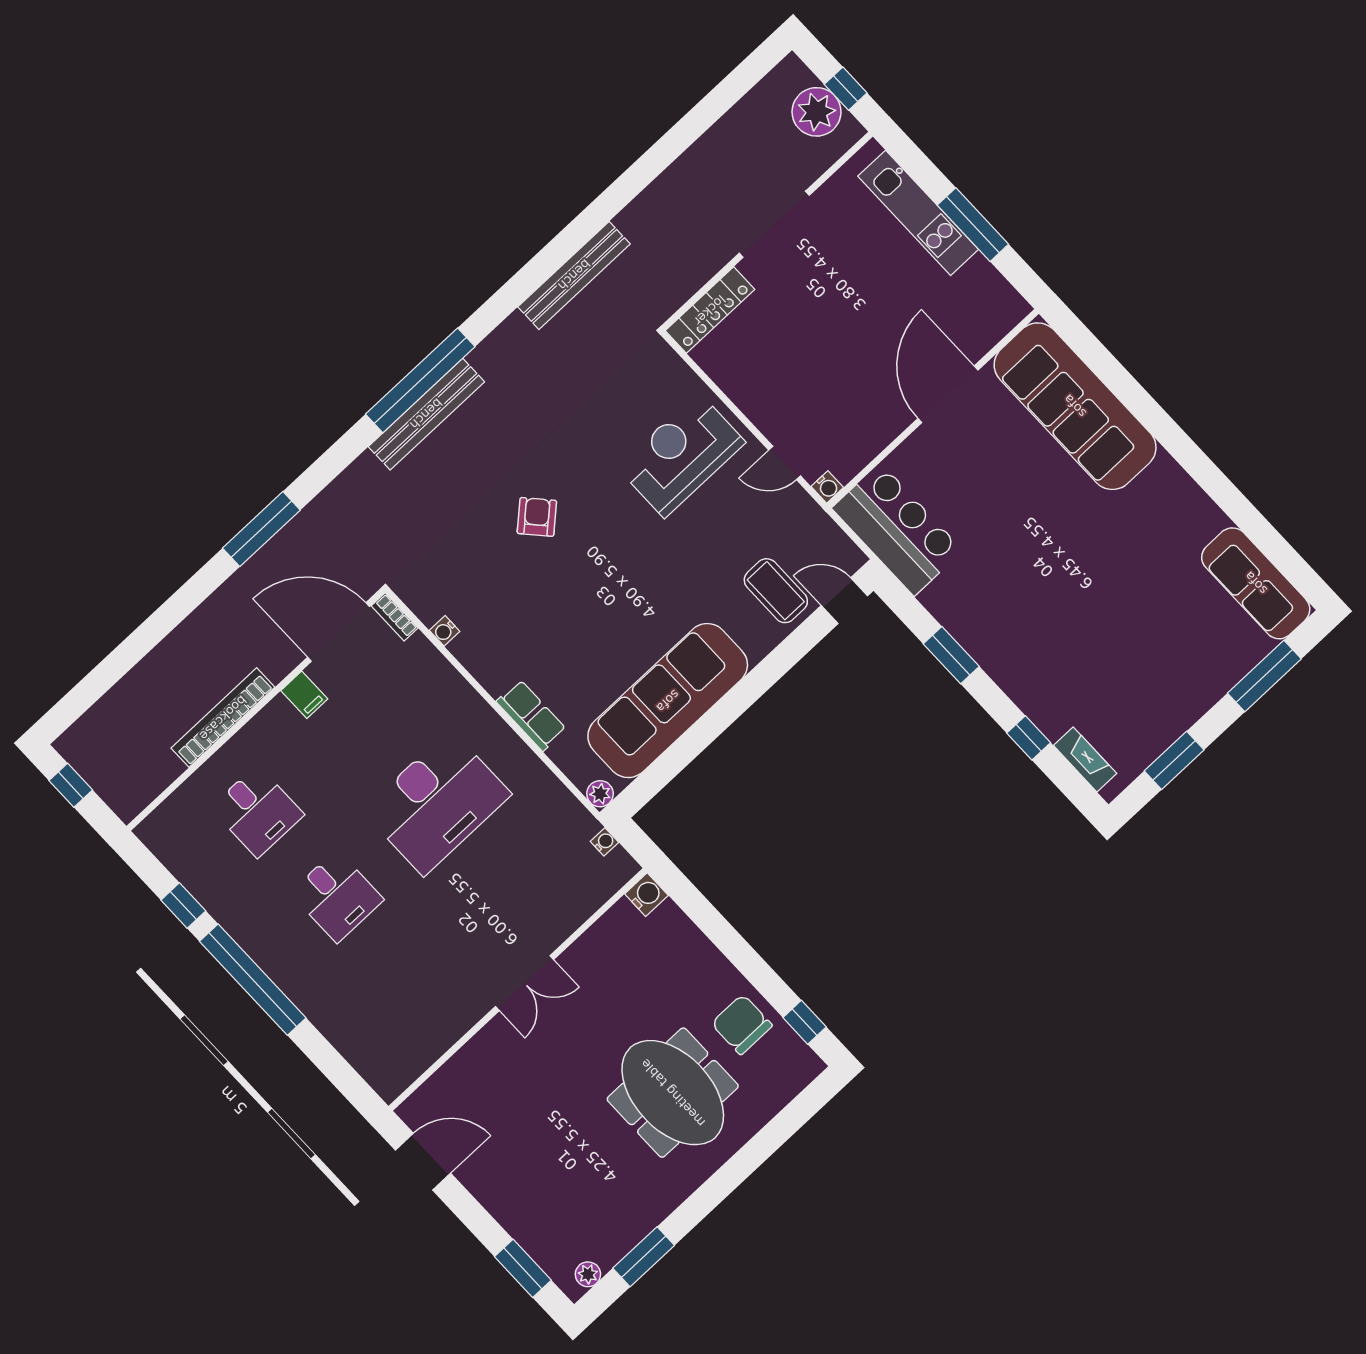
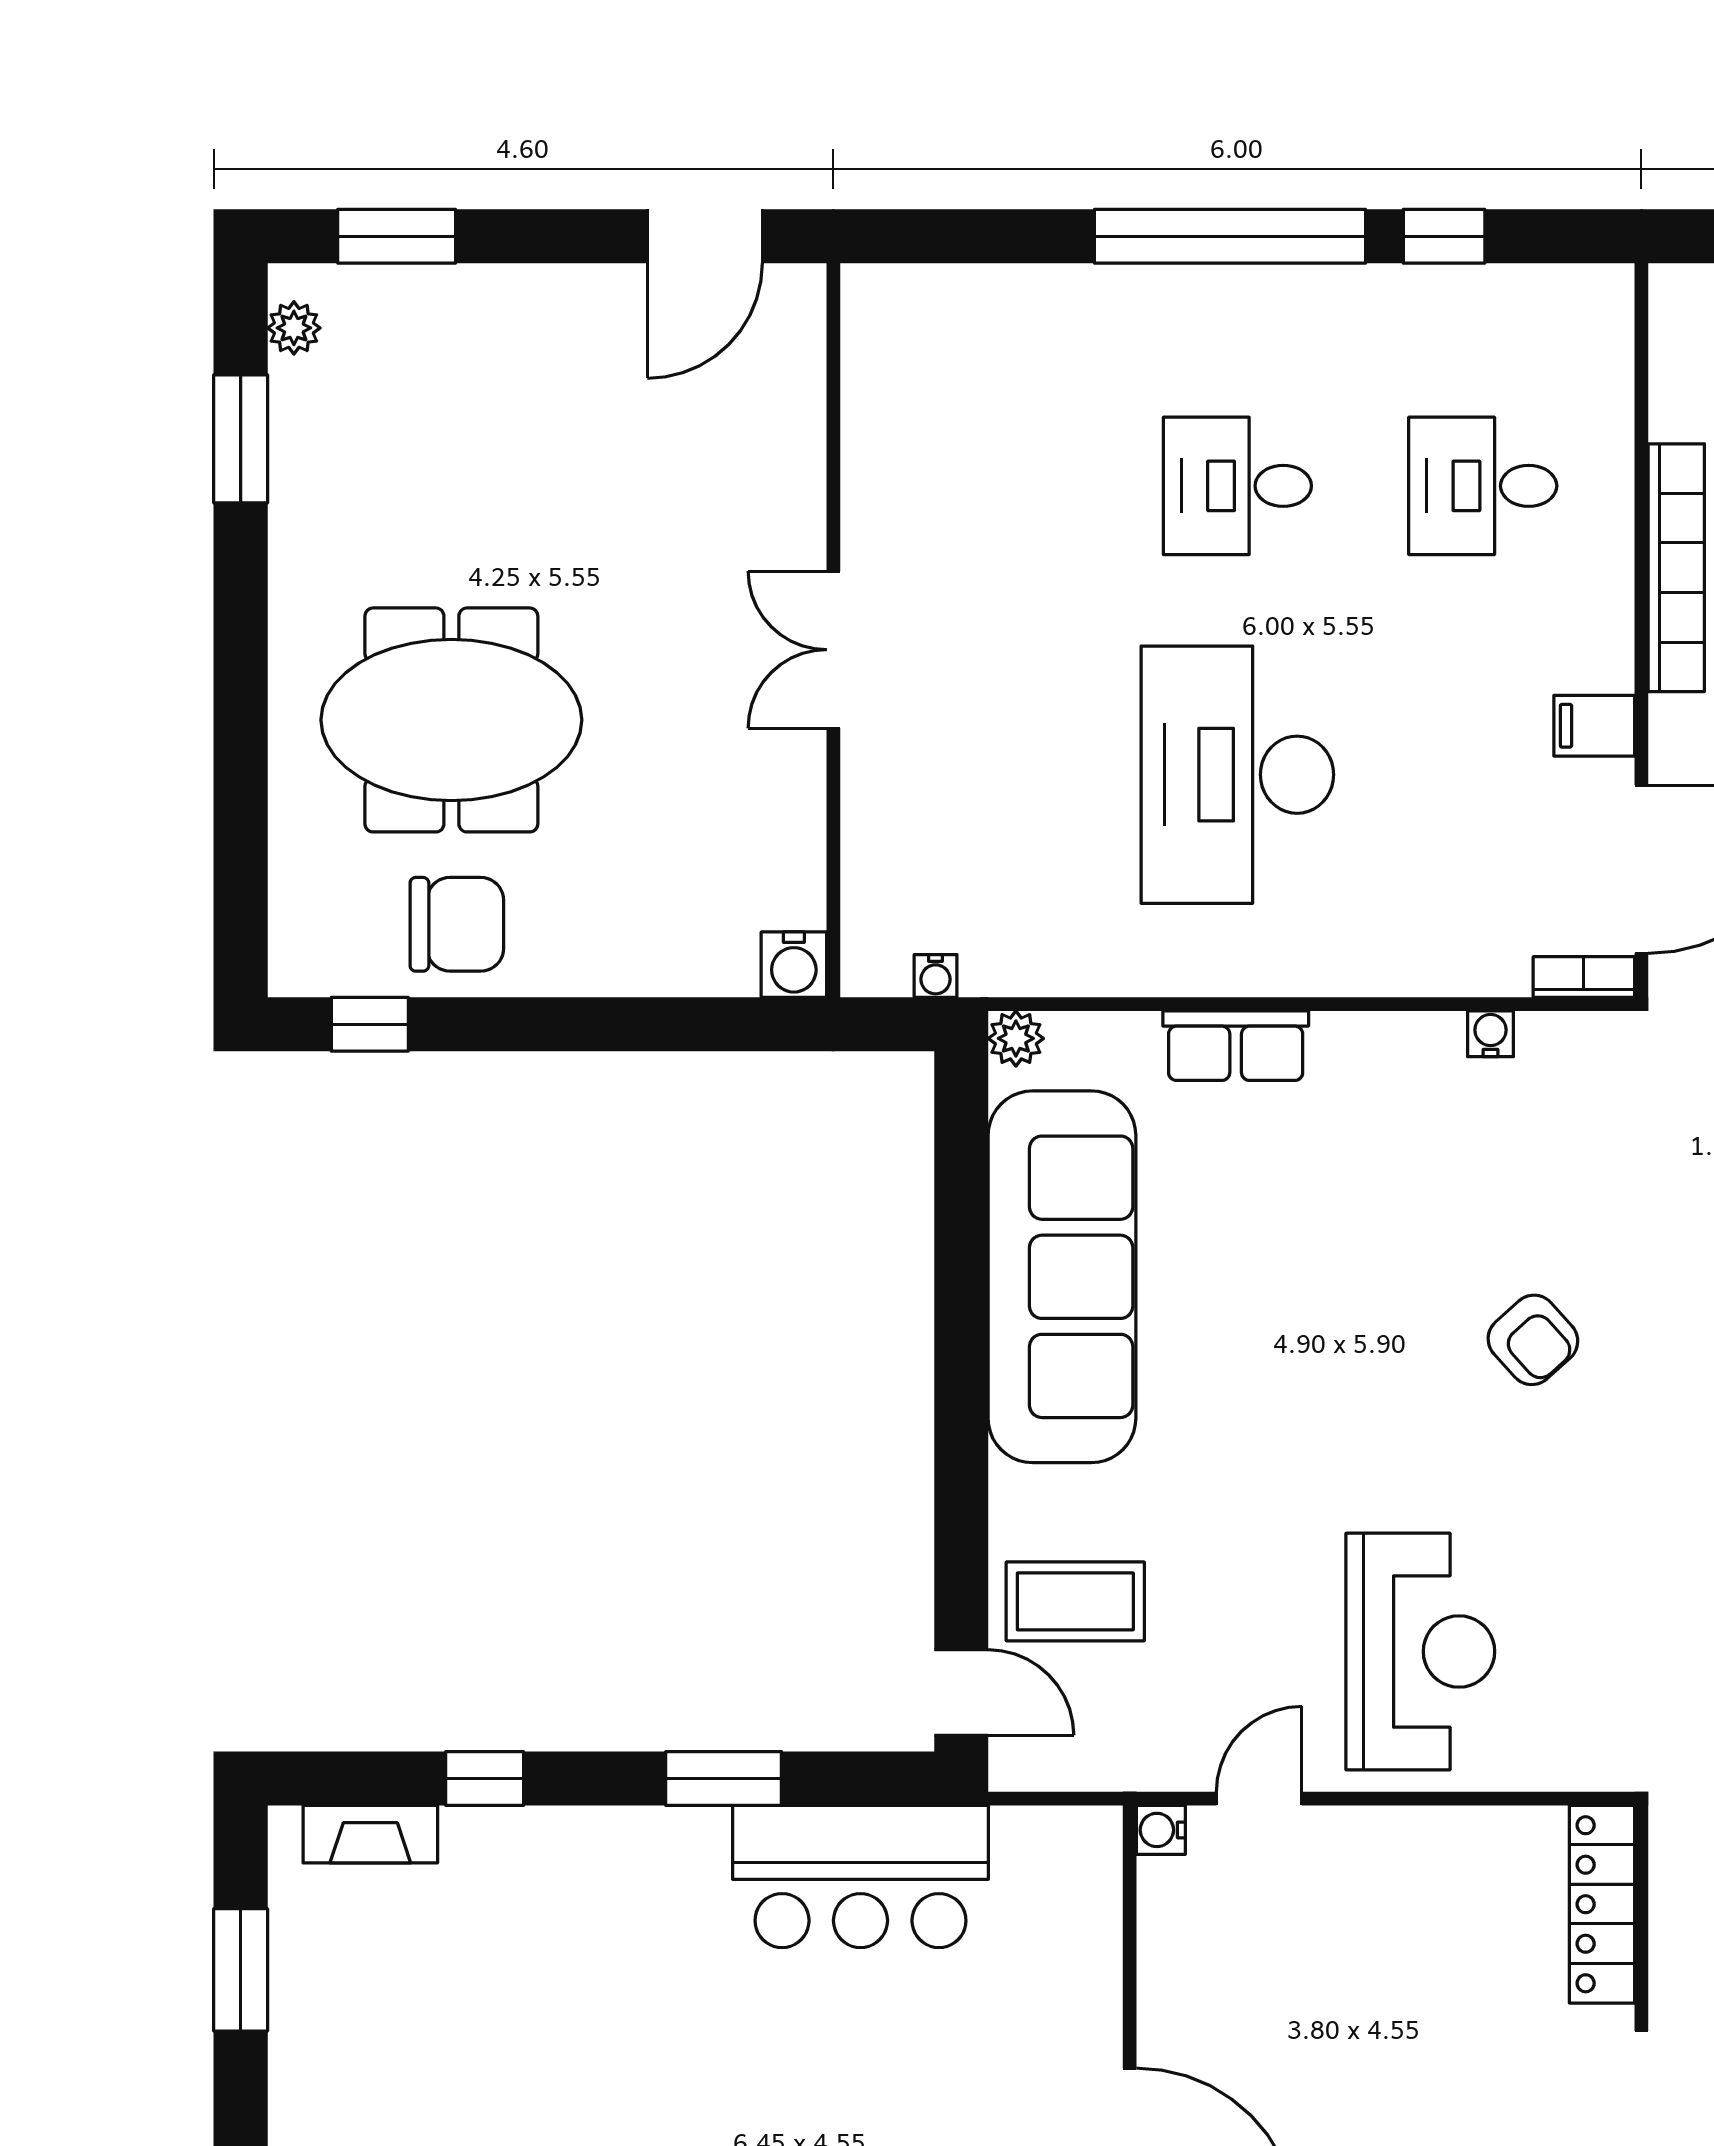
bar counter: (897, 529) -> (861, 1877), moved
door: (844, 601) -> (961, 1693), hinge flipped

